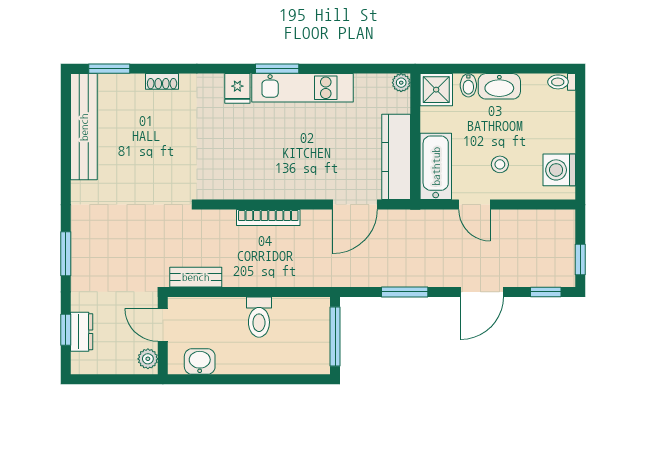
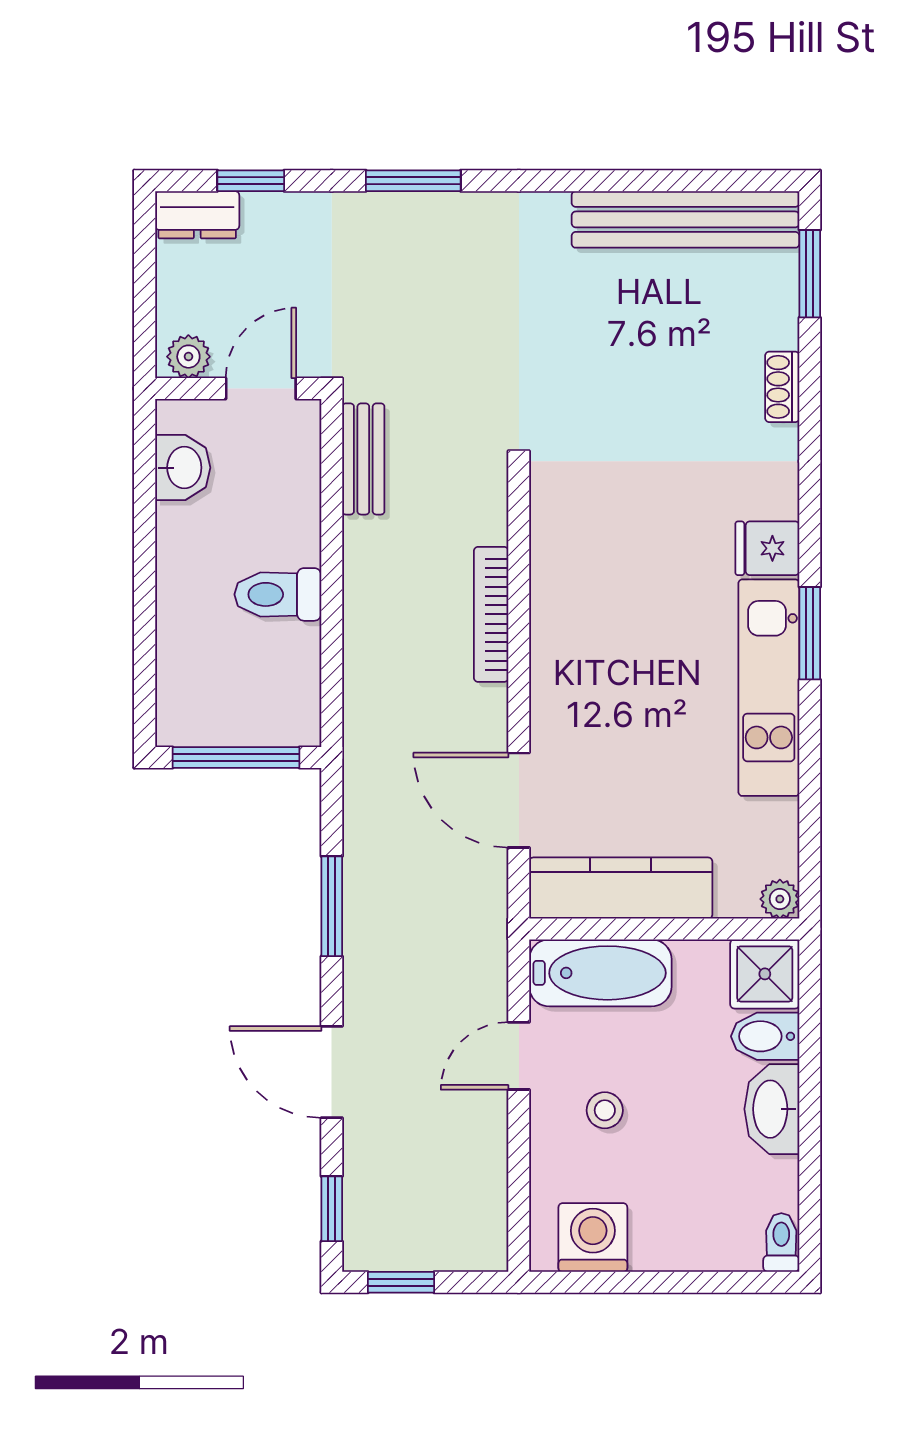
bidet: (468, 85) -> (765, 1036), width x1.38, depth x1.36
dresser: (82, 332) -> (197, 215), moved

